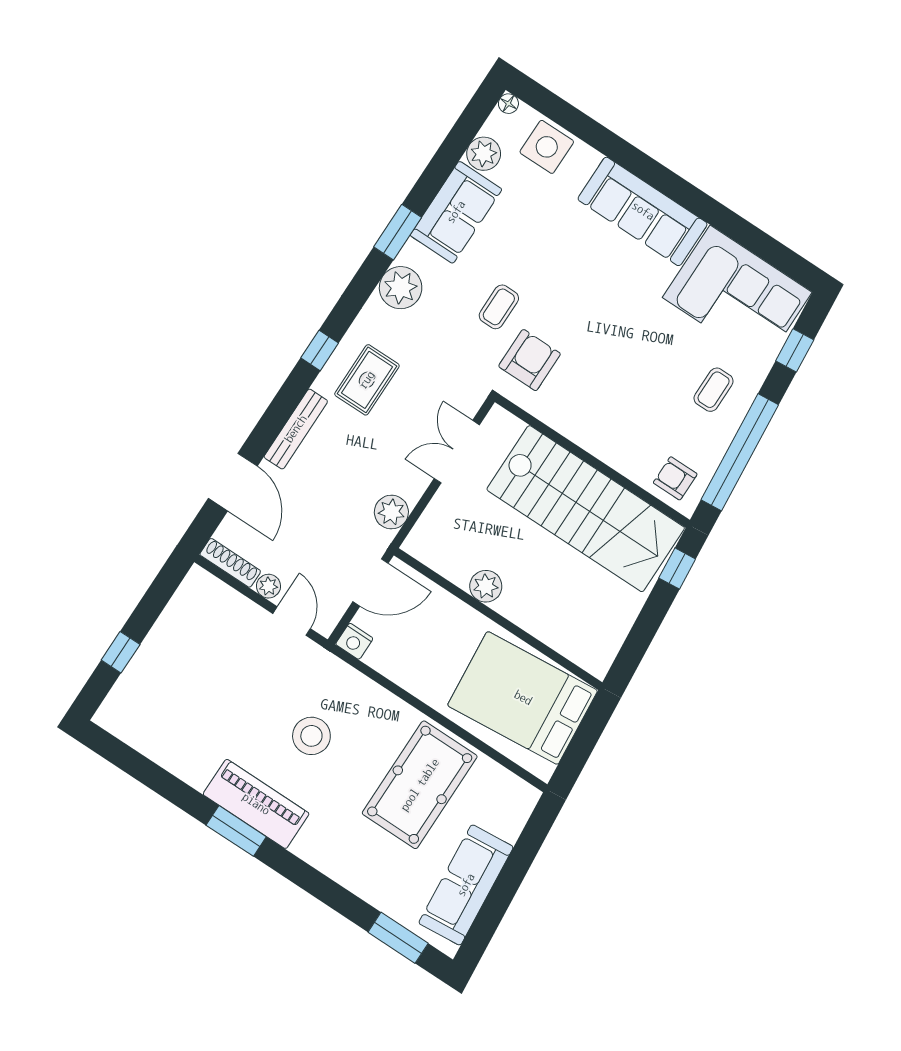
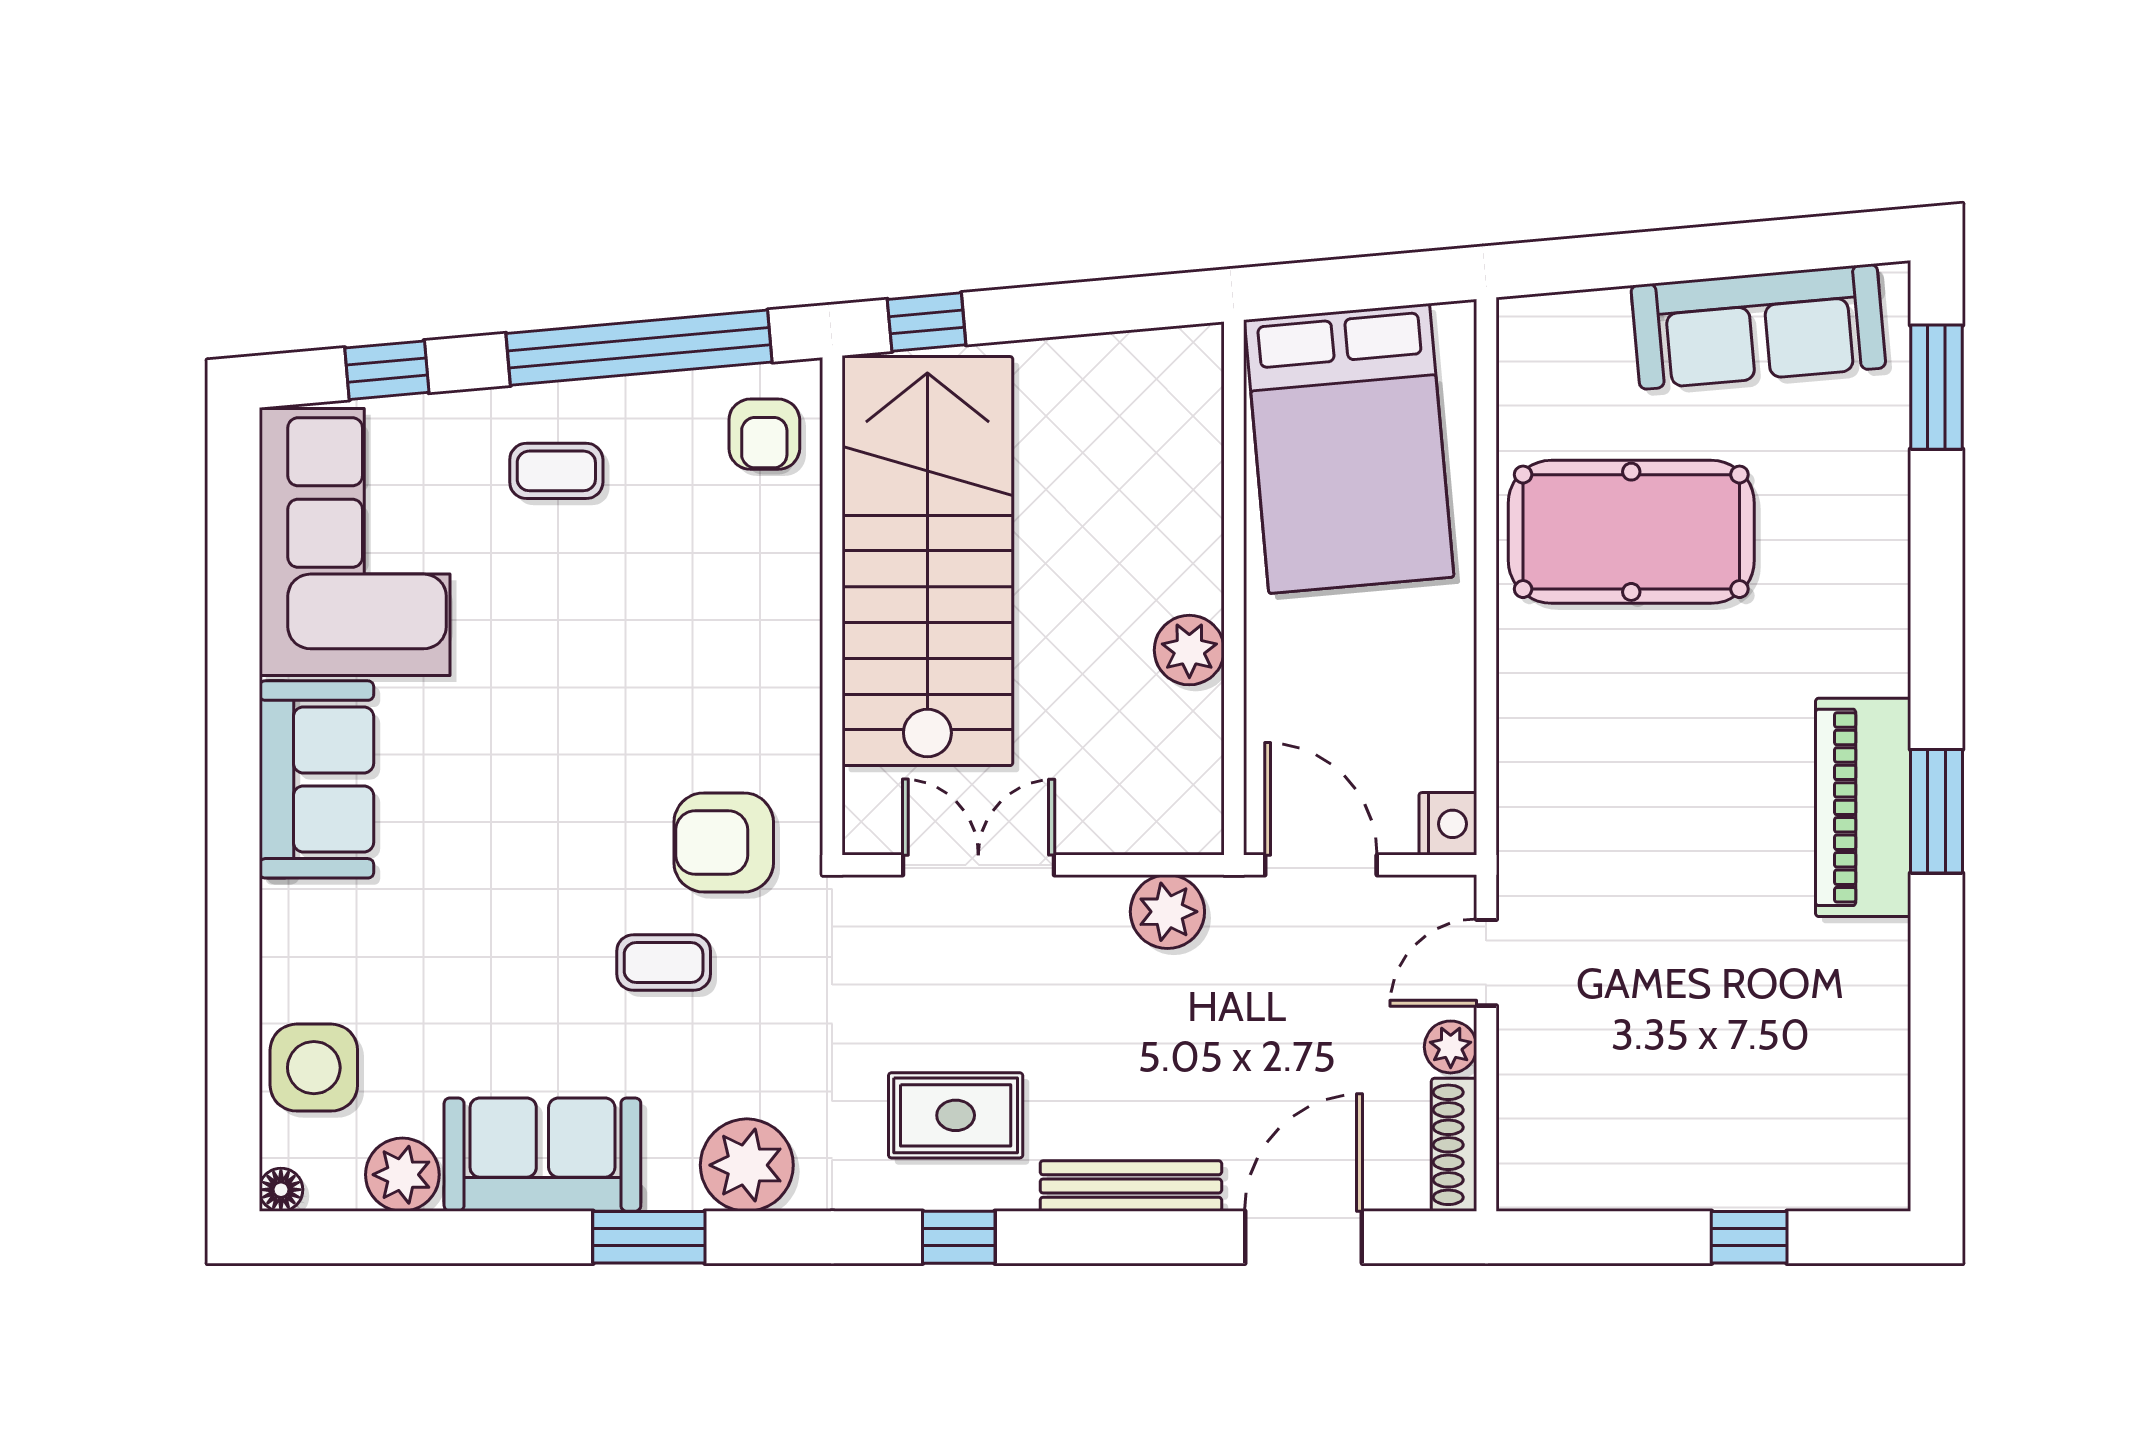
sofa: (643, 211) -> (316, 779), width x0.73
double door: (457, 452) -> (978, 865), swing flipped
stool: (311, 736) -> (1672, 788), removed

